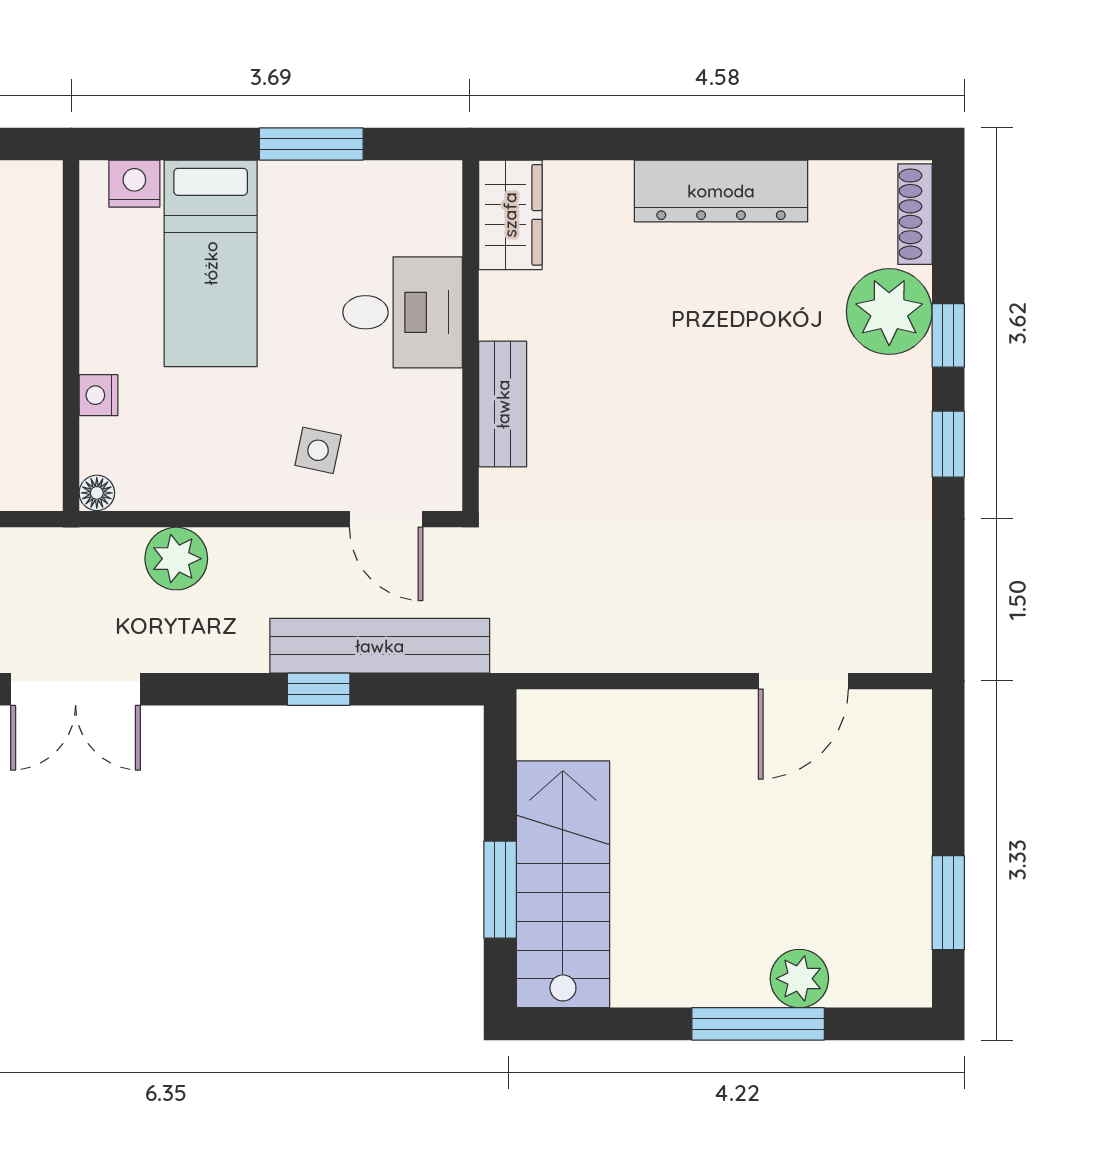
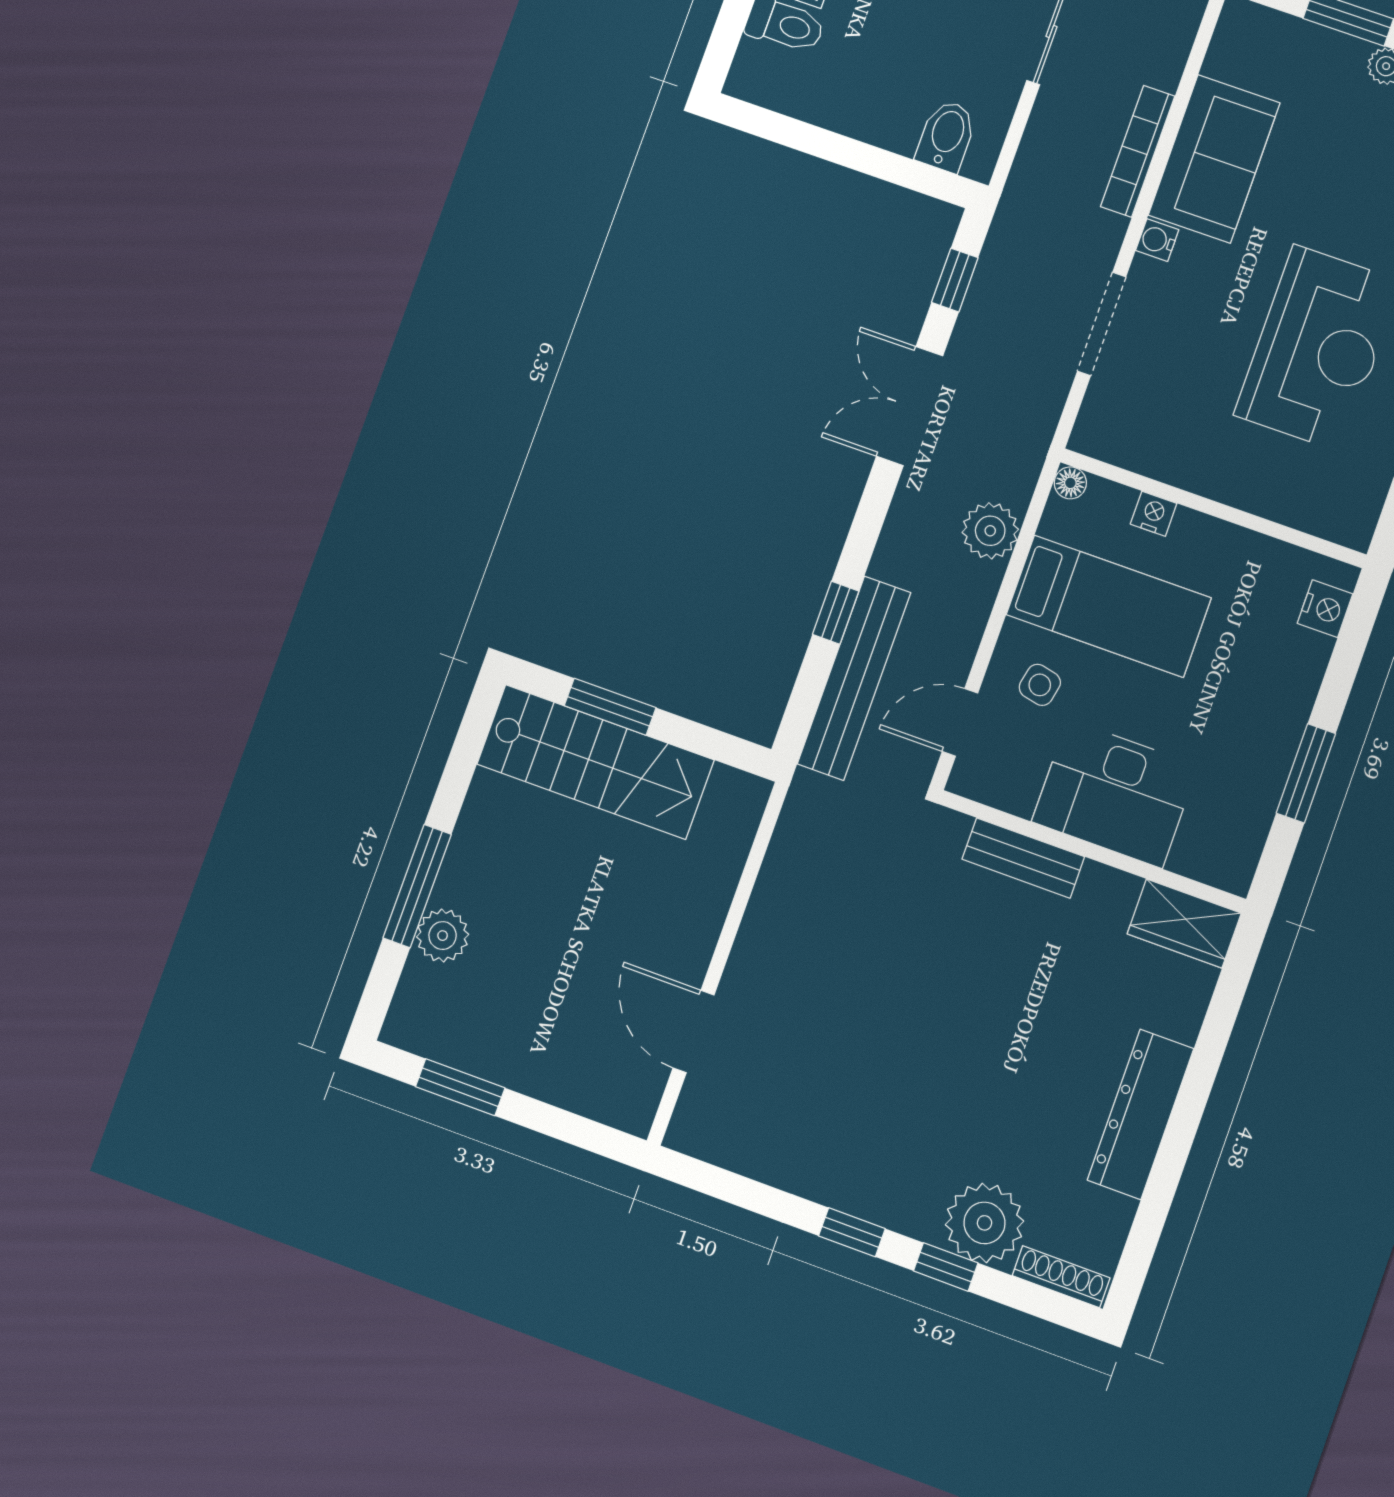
bed: (211, 263) -> (1109, 606), moved, turned 180
desk: (403, 312) -> (1115, 794), width x1.37

